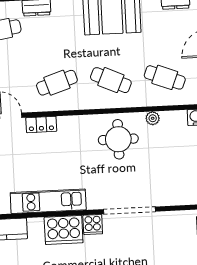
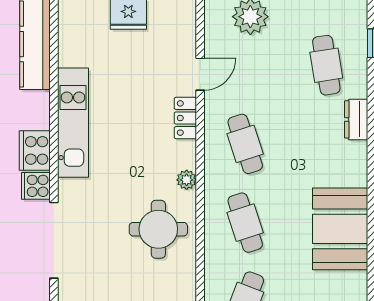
cafe table: (111, 80) -> (245, 223), turned -42
plant: (153, 118) -> (187, 180), moved
cooker: (64, 230) -> (35, 150), width x0.73, depth x0.76

